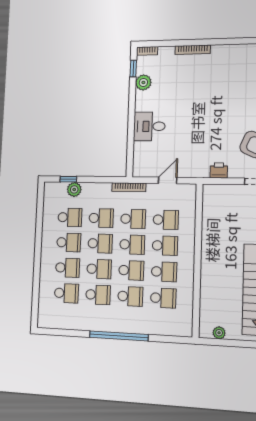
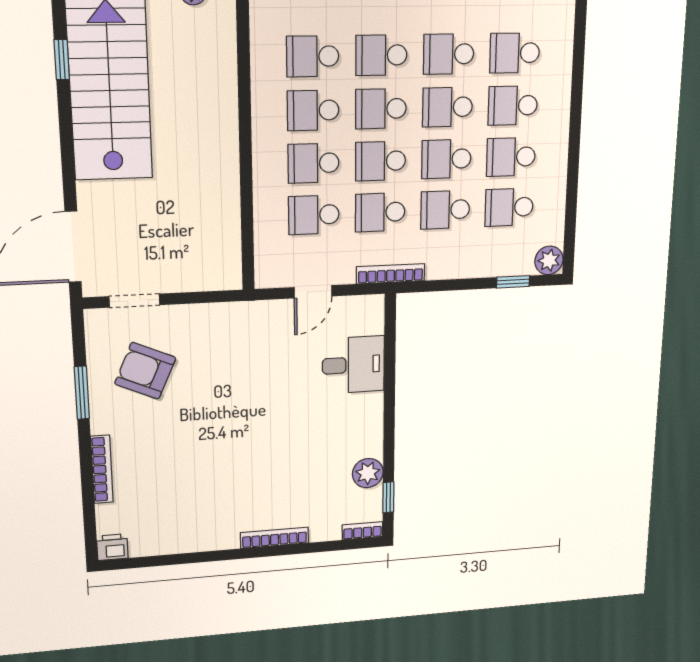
desk: (149, 126) -> (353, 365), moved
printer: (219, 170) -> (212, 317), removed
plant: (74, 189) -> (549, 260), moved

